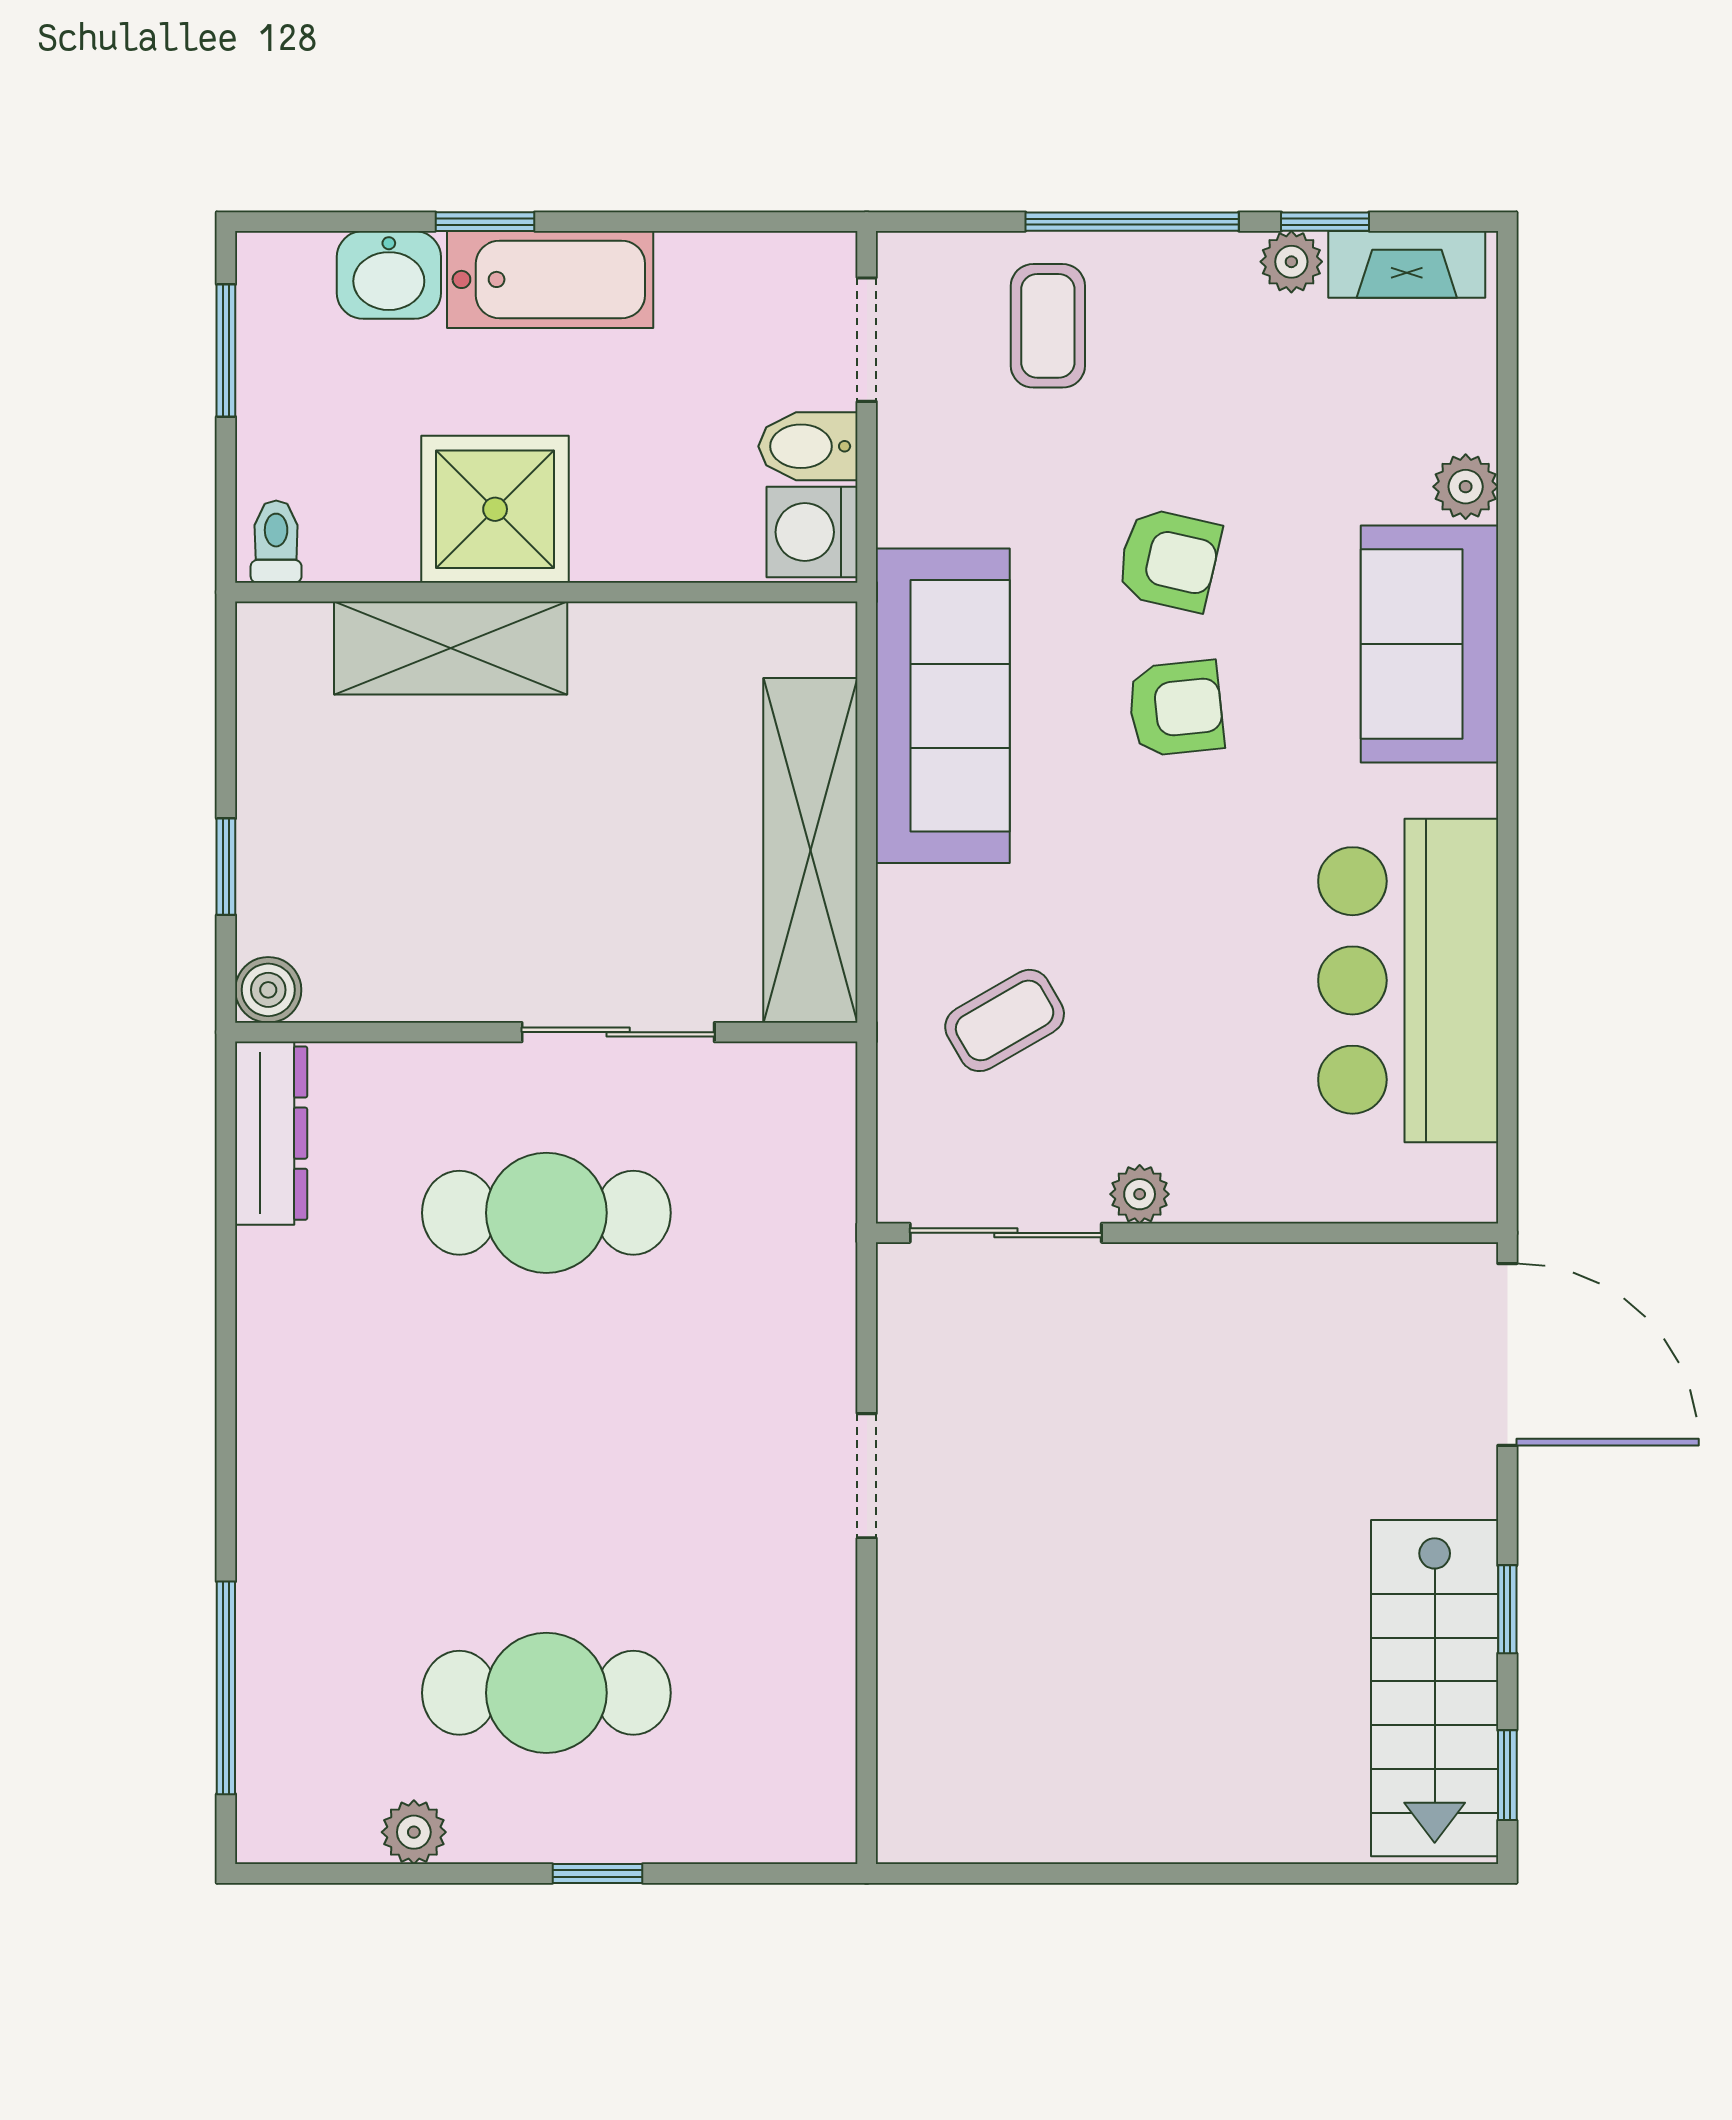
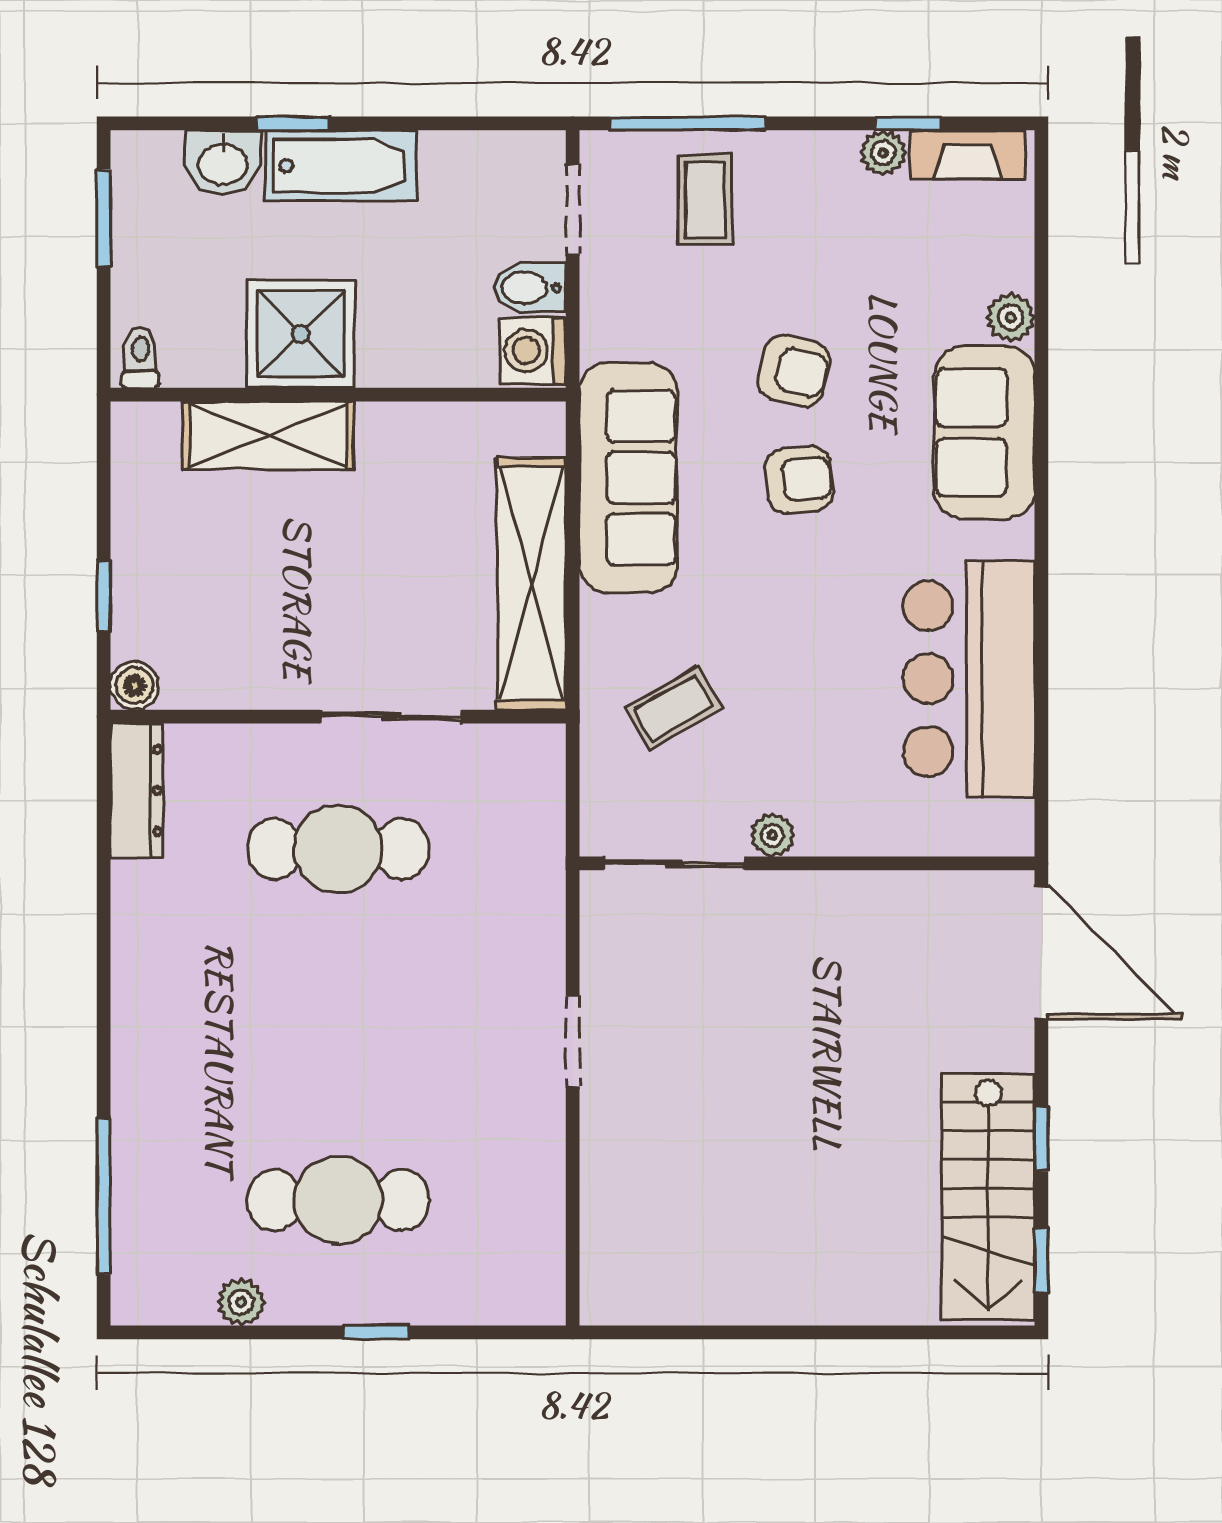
window: (1132, 222) -> (688, 123), moved

